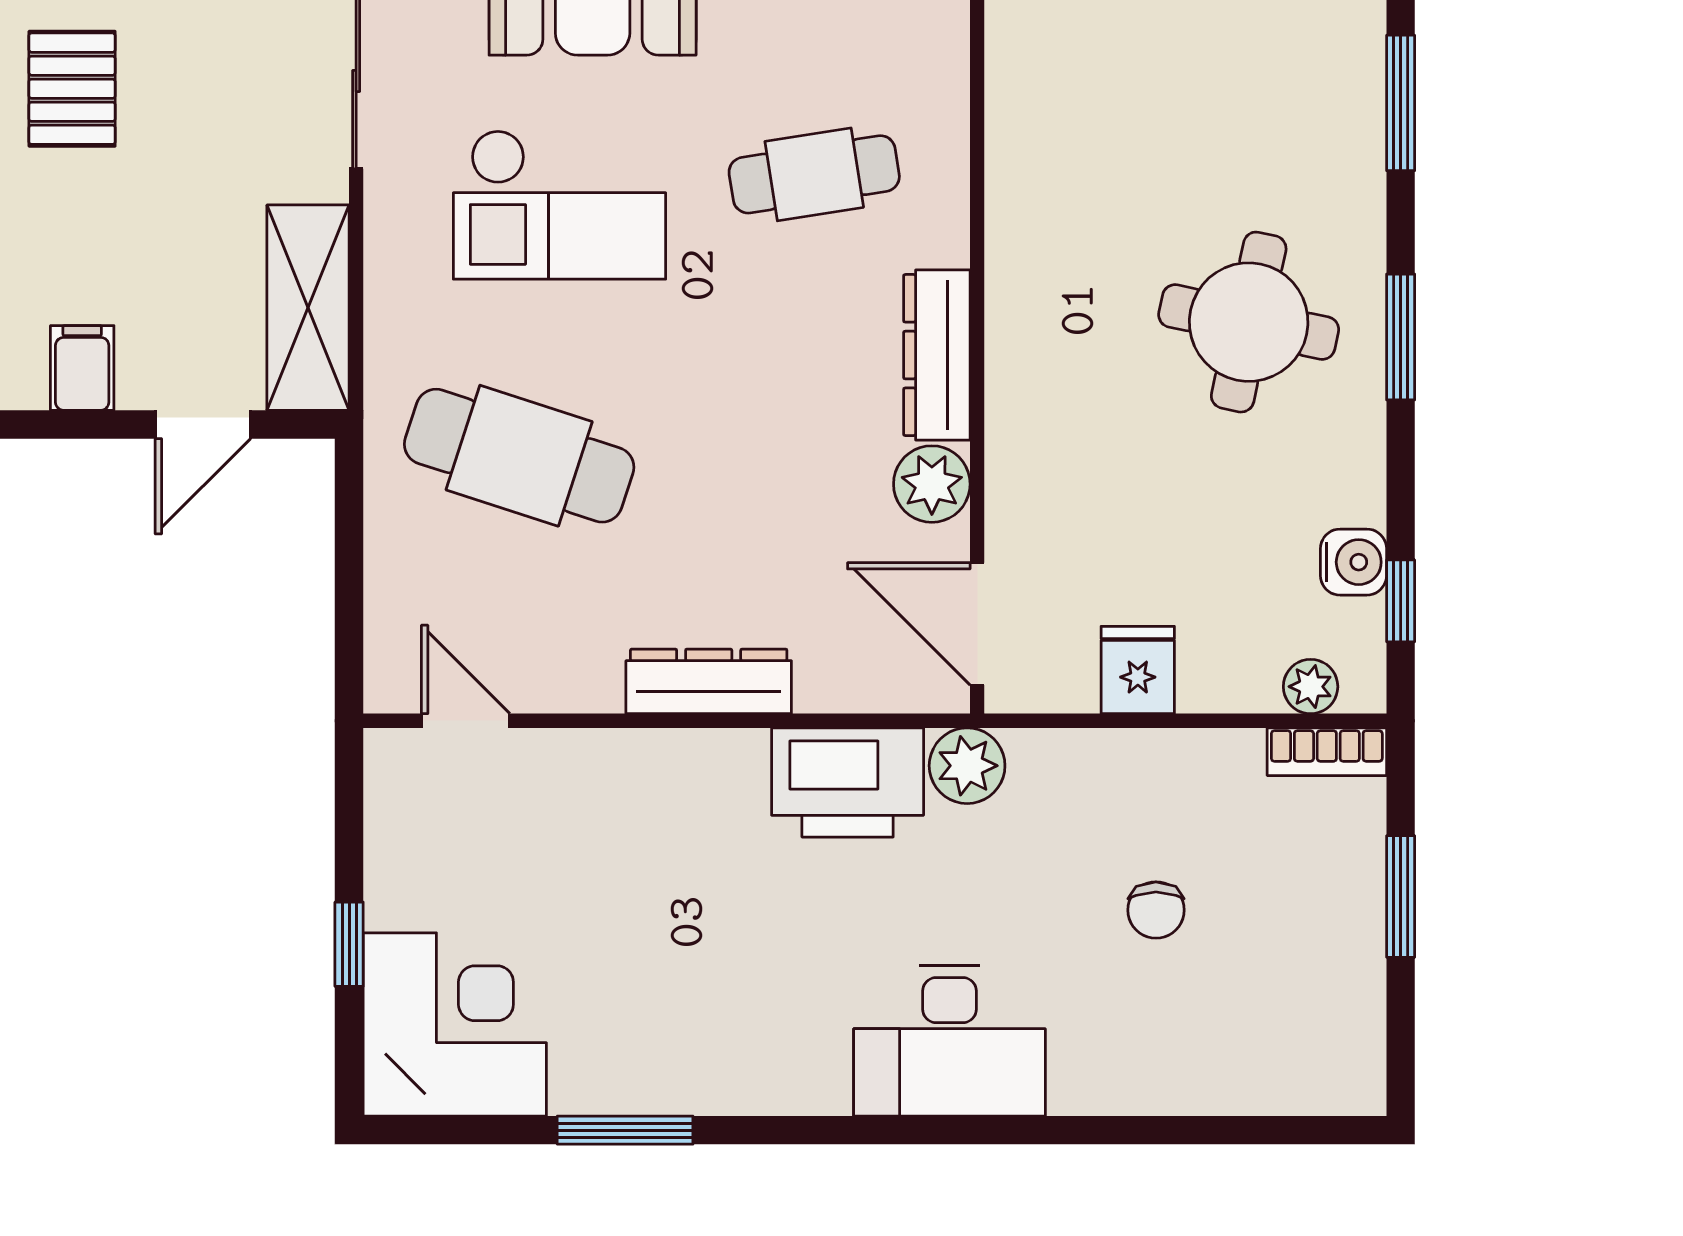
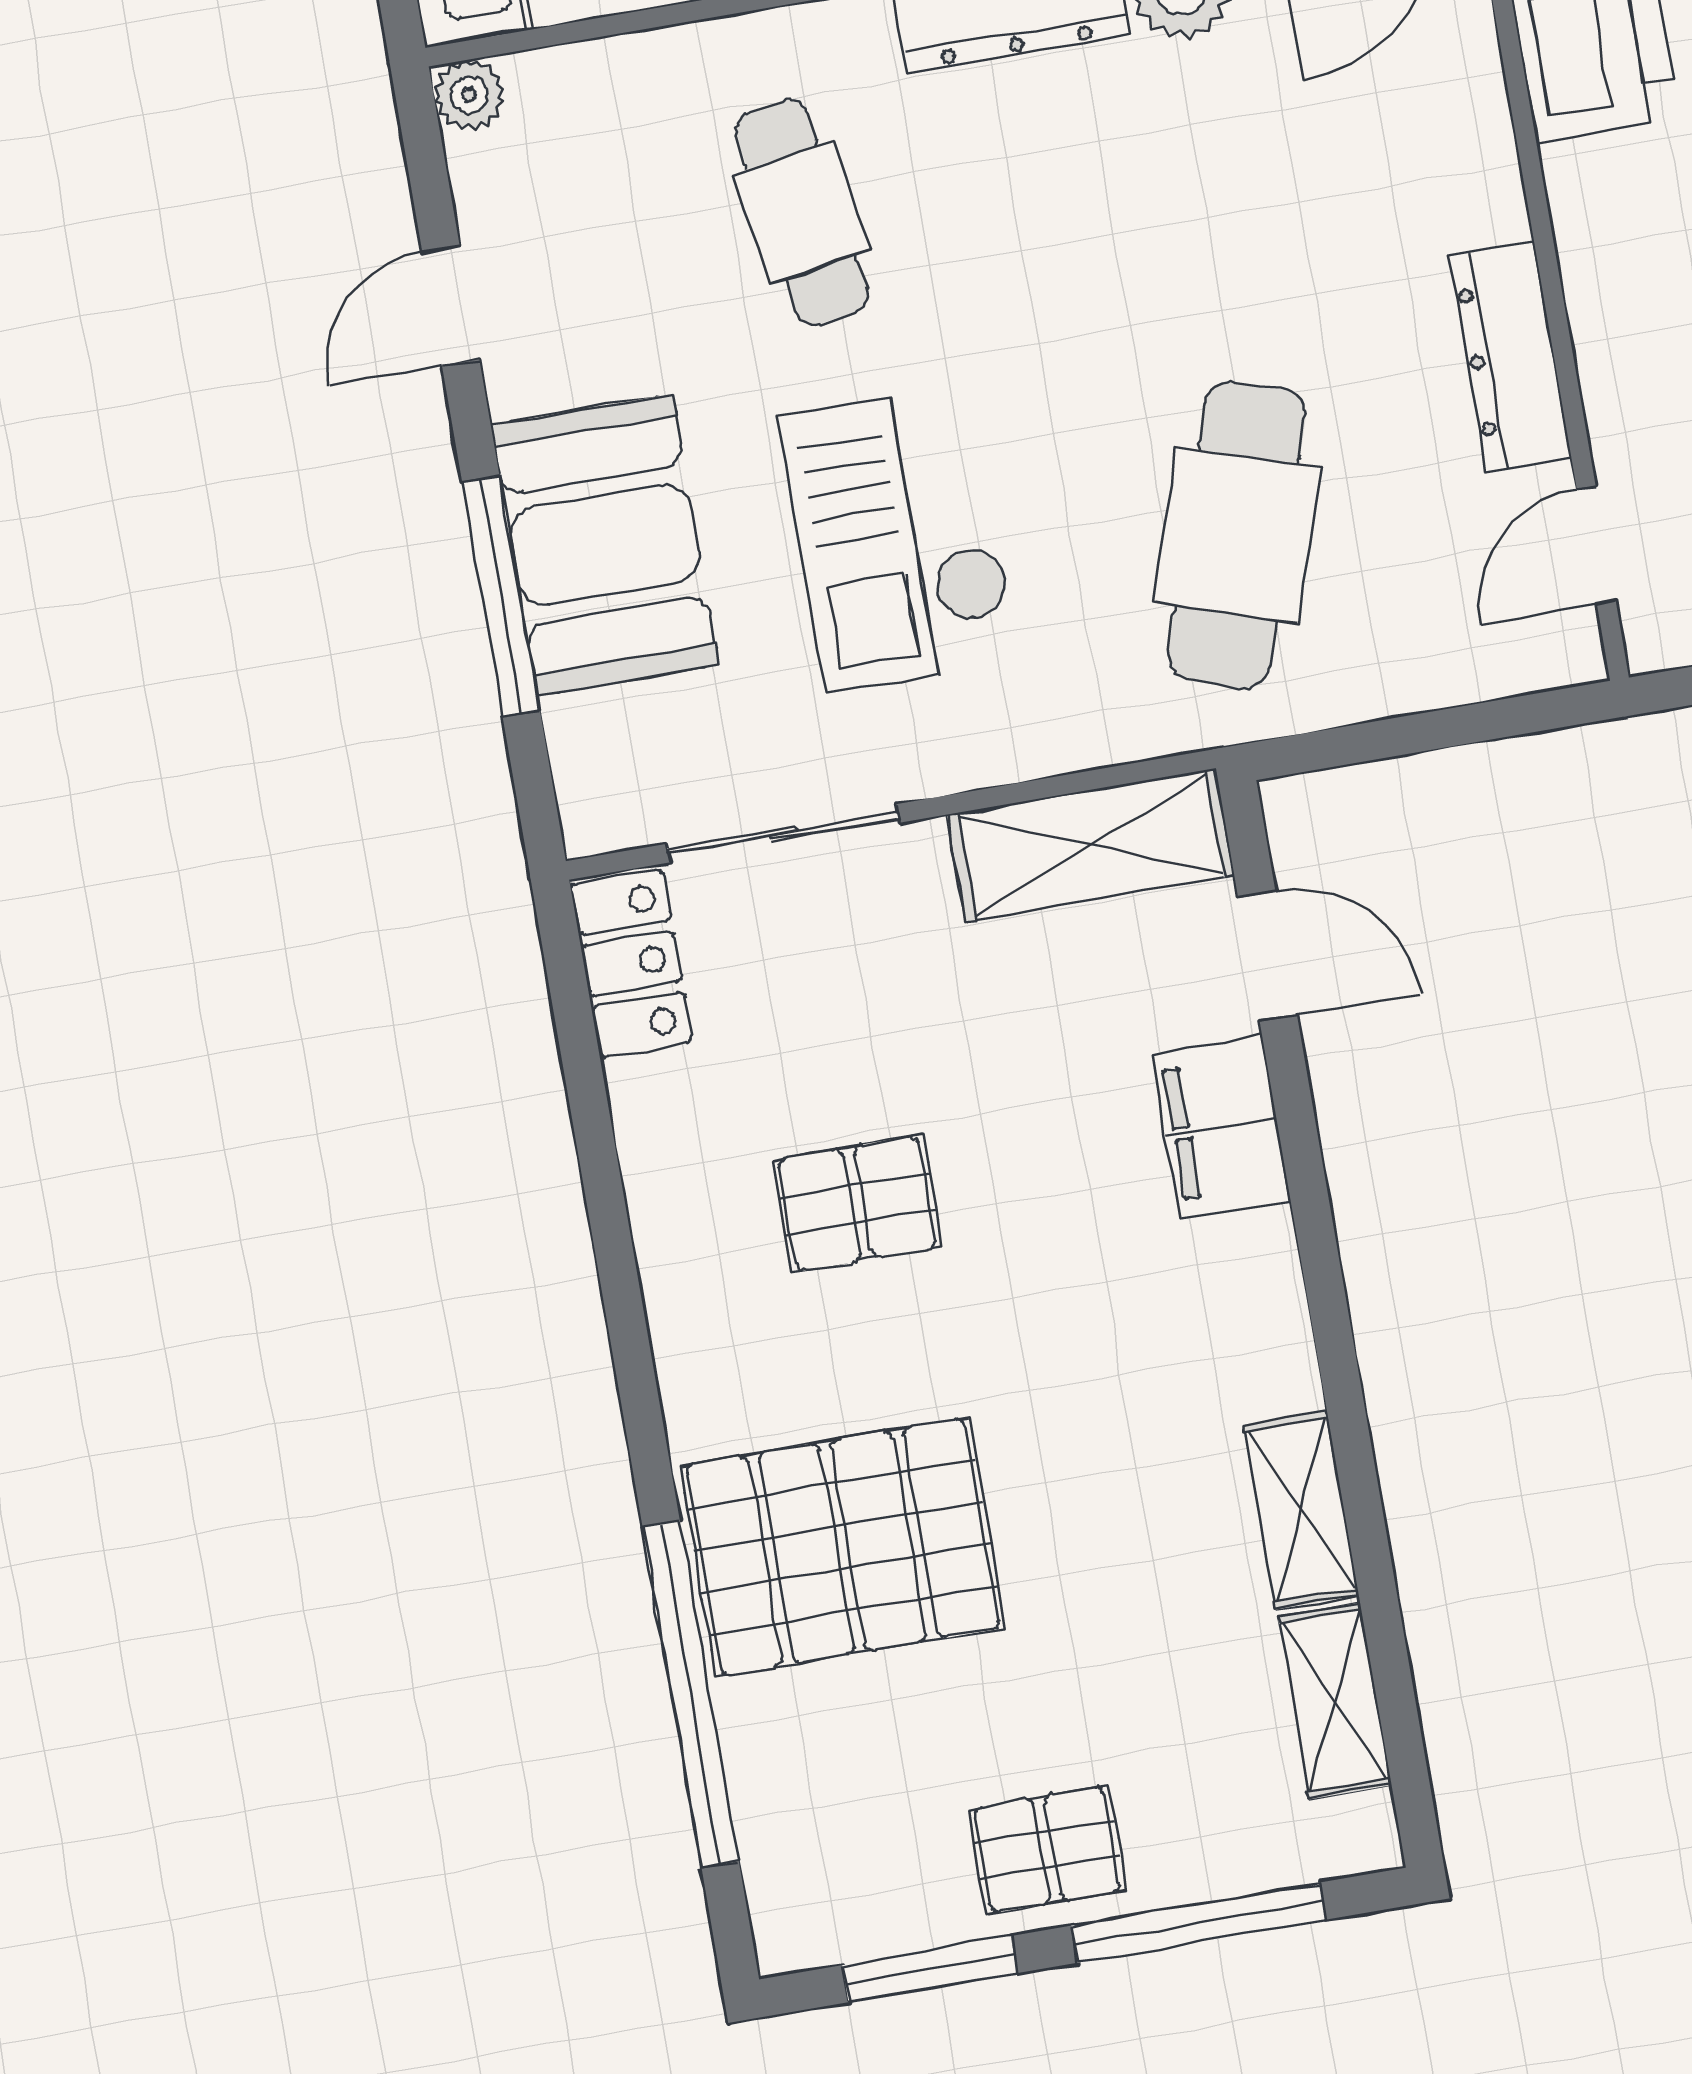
checkout: (559, 205) -> (899, 539), turned 180
filing cabinet: (82, 368) -> (1221, 1127), width x2.00
dresser: (709, 681) -> (1511, 357), moved

